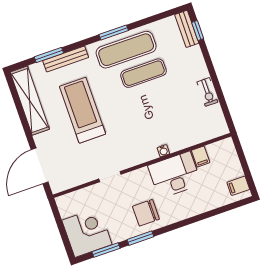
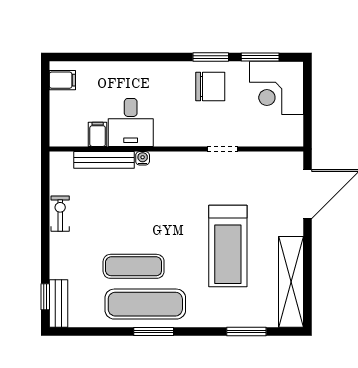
bench: (66, 59) -> (104, 160), moved
desk: (175, 175) -> (131, 122), width x0.73
chair: (146, 213) -> (210, 87), moved

